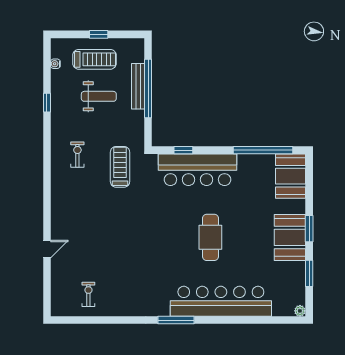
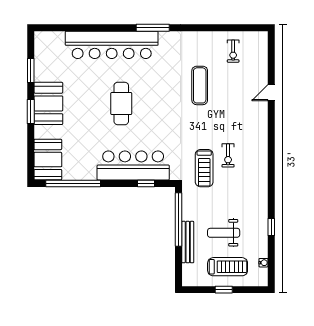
treadmill: (94, 59) -> (228, 267), turned 180
window: (148, 88) -> (179, 220), moved
exercise bike: (77, 155) -> (228, 155), moved
exercise mat: (125, 257) -> (200, 85), added
plant: (300, 311) -> (39, 36), removed

